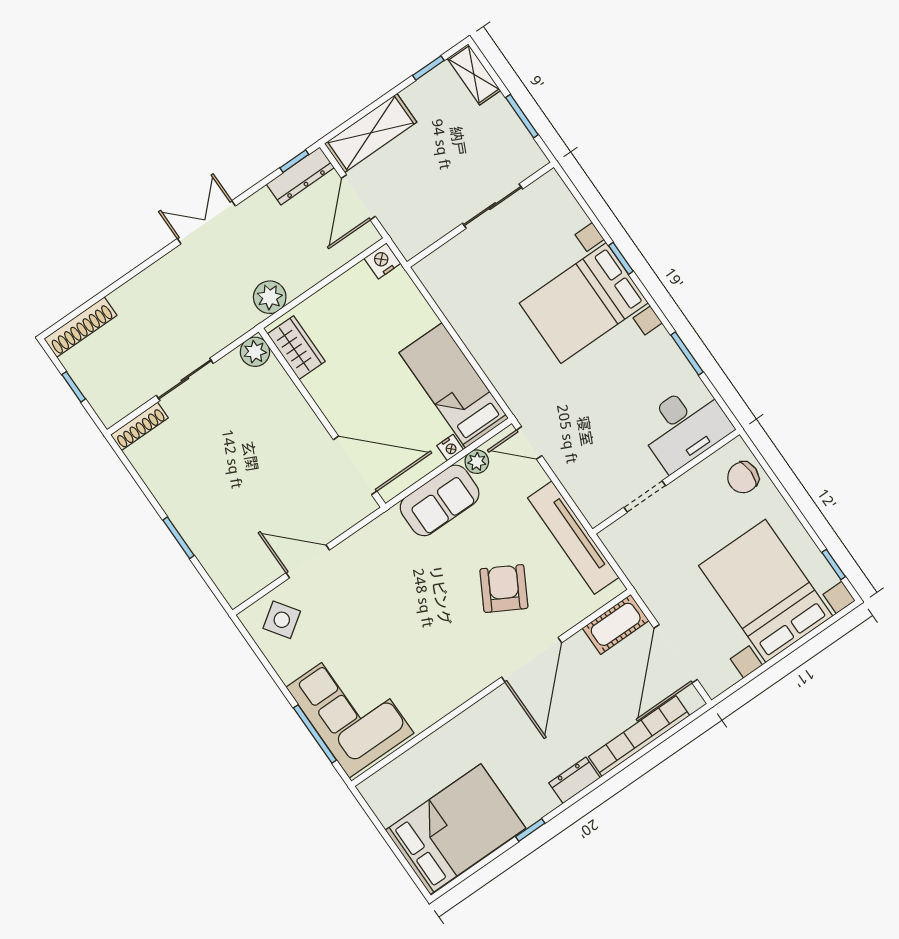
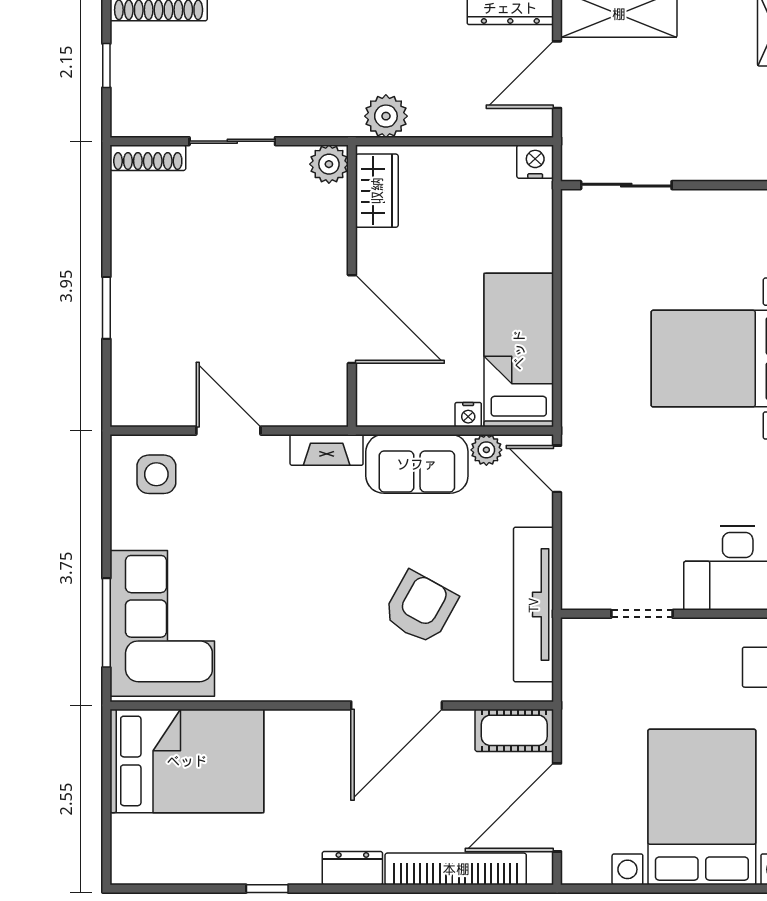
sliding door: (493, 206) -> (626, 185), moved
door: (355, 465) -> (352, 319), moved
fireplace: (377, 531) -> (327, 450), added
side table: (282, 620) -> (156, 474), turned 35
bed: (455, 829) -> (187, 761), moved

